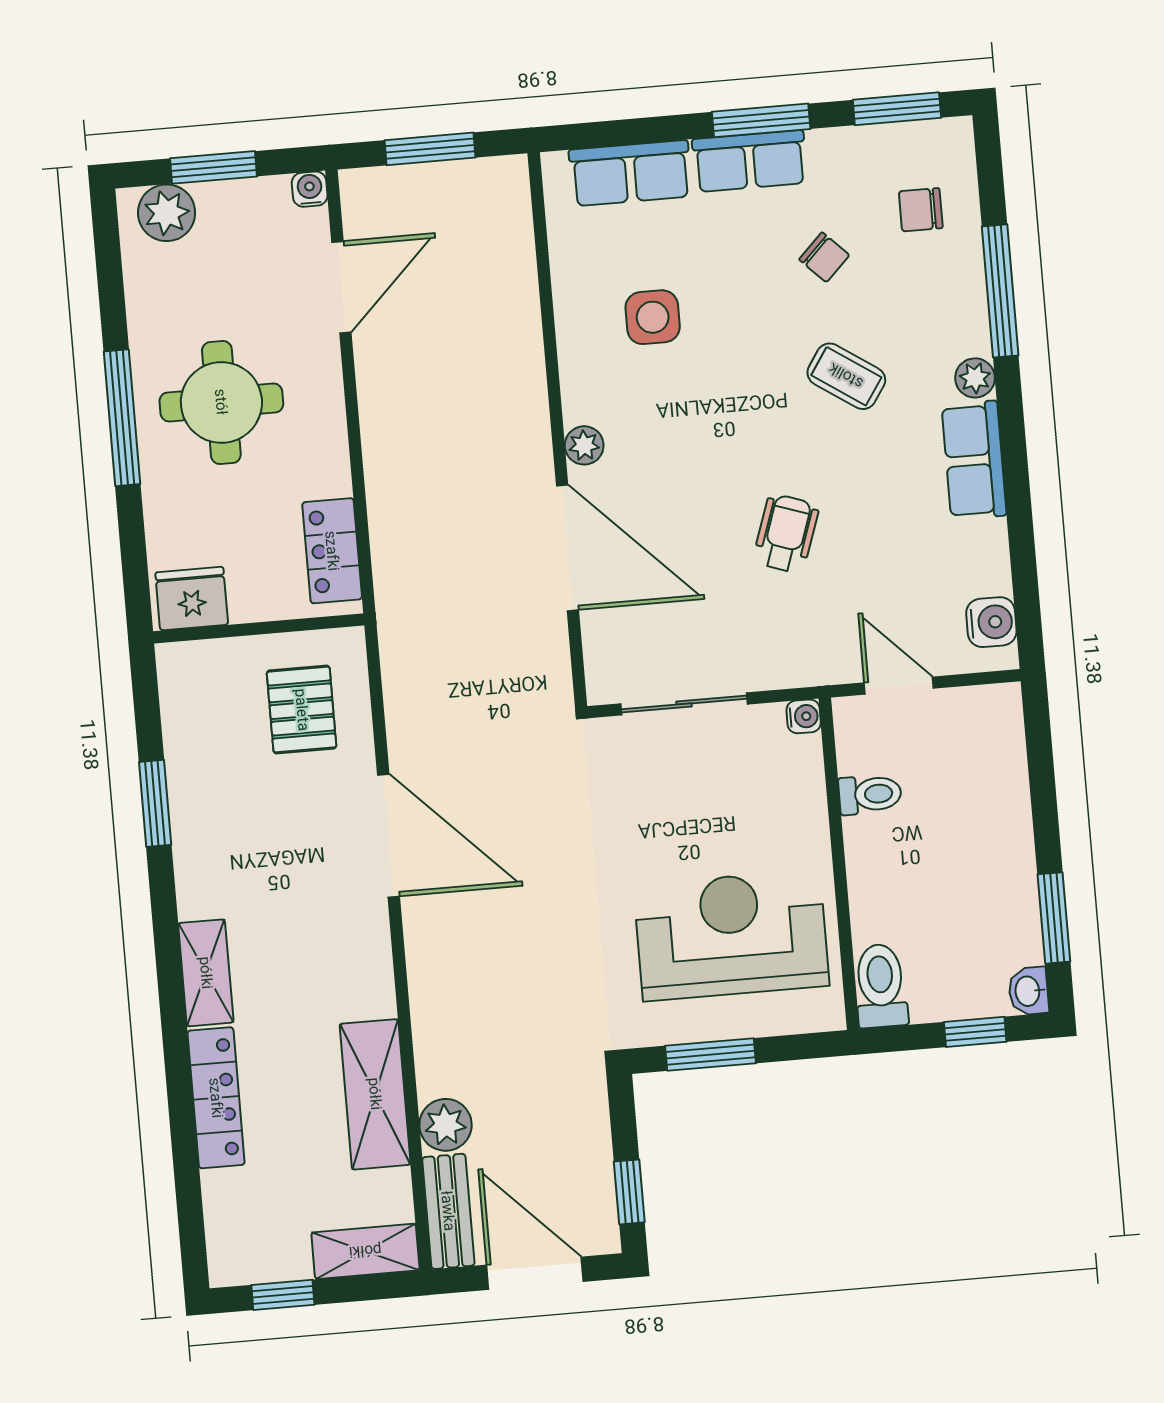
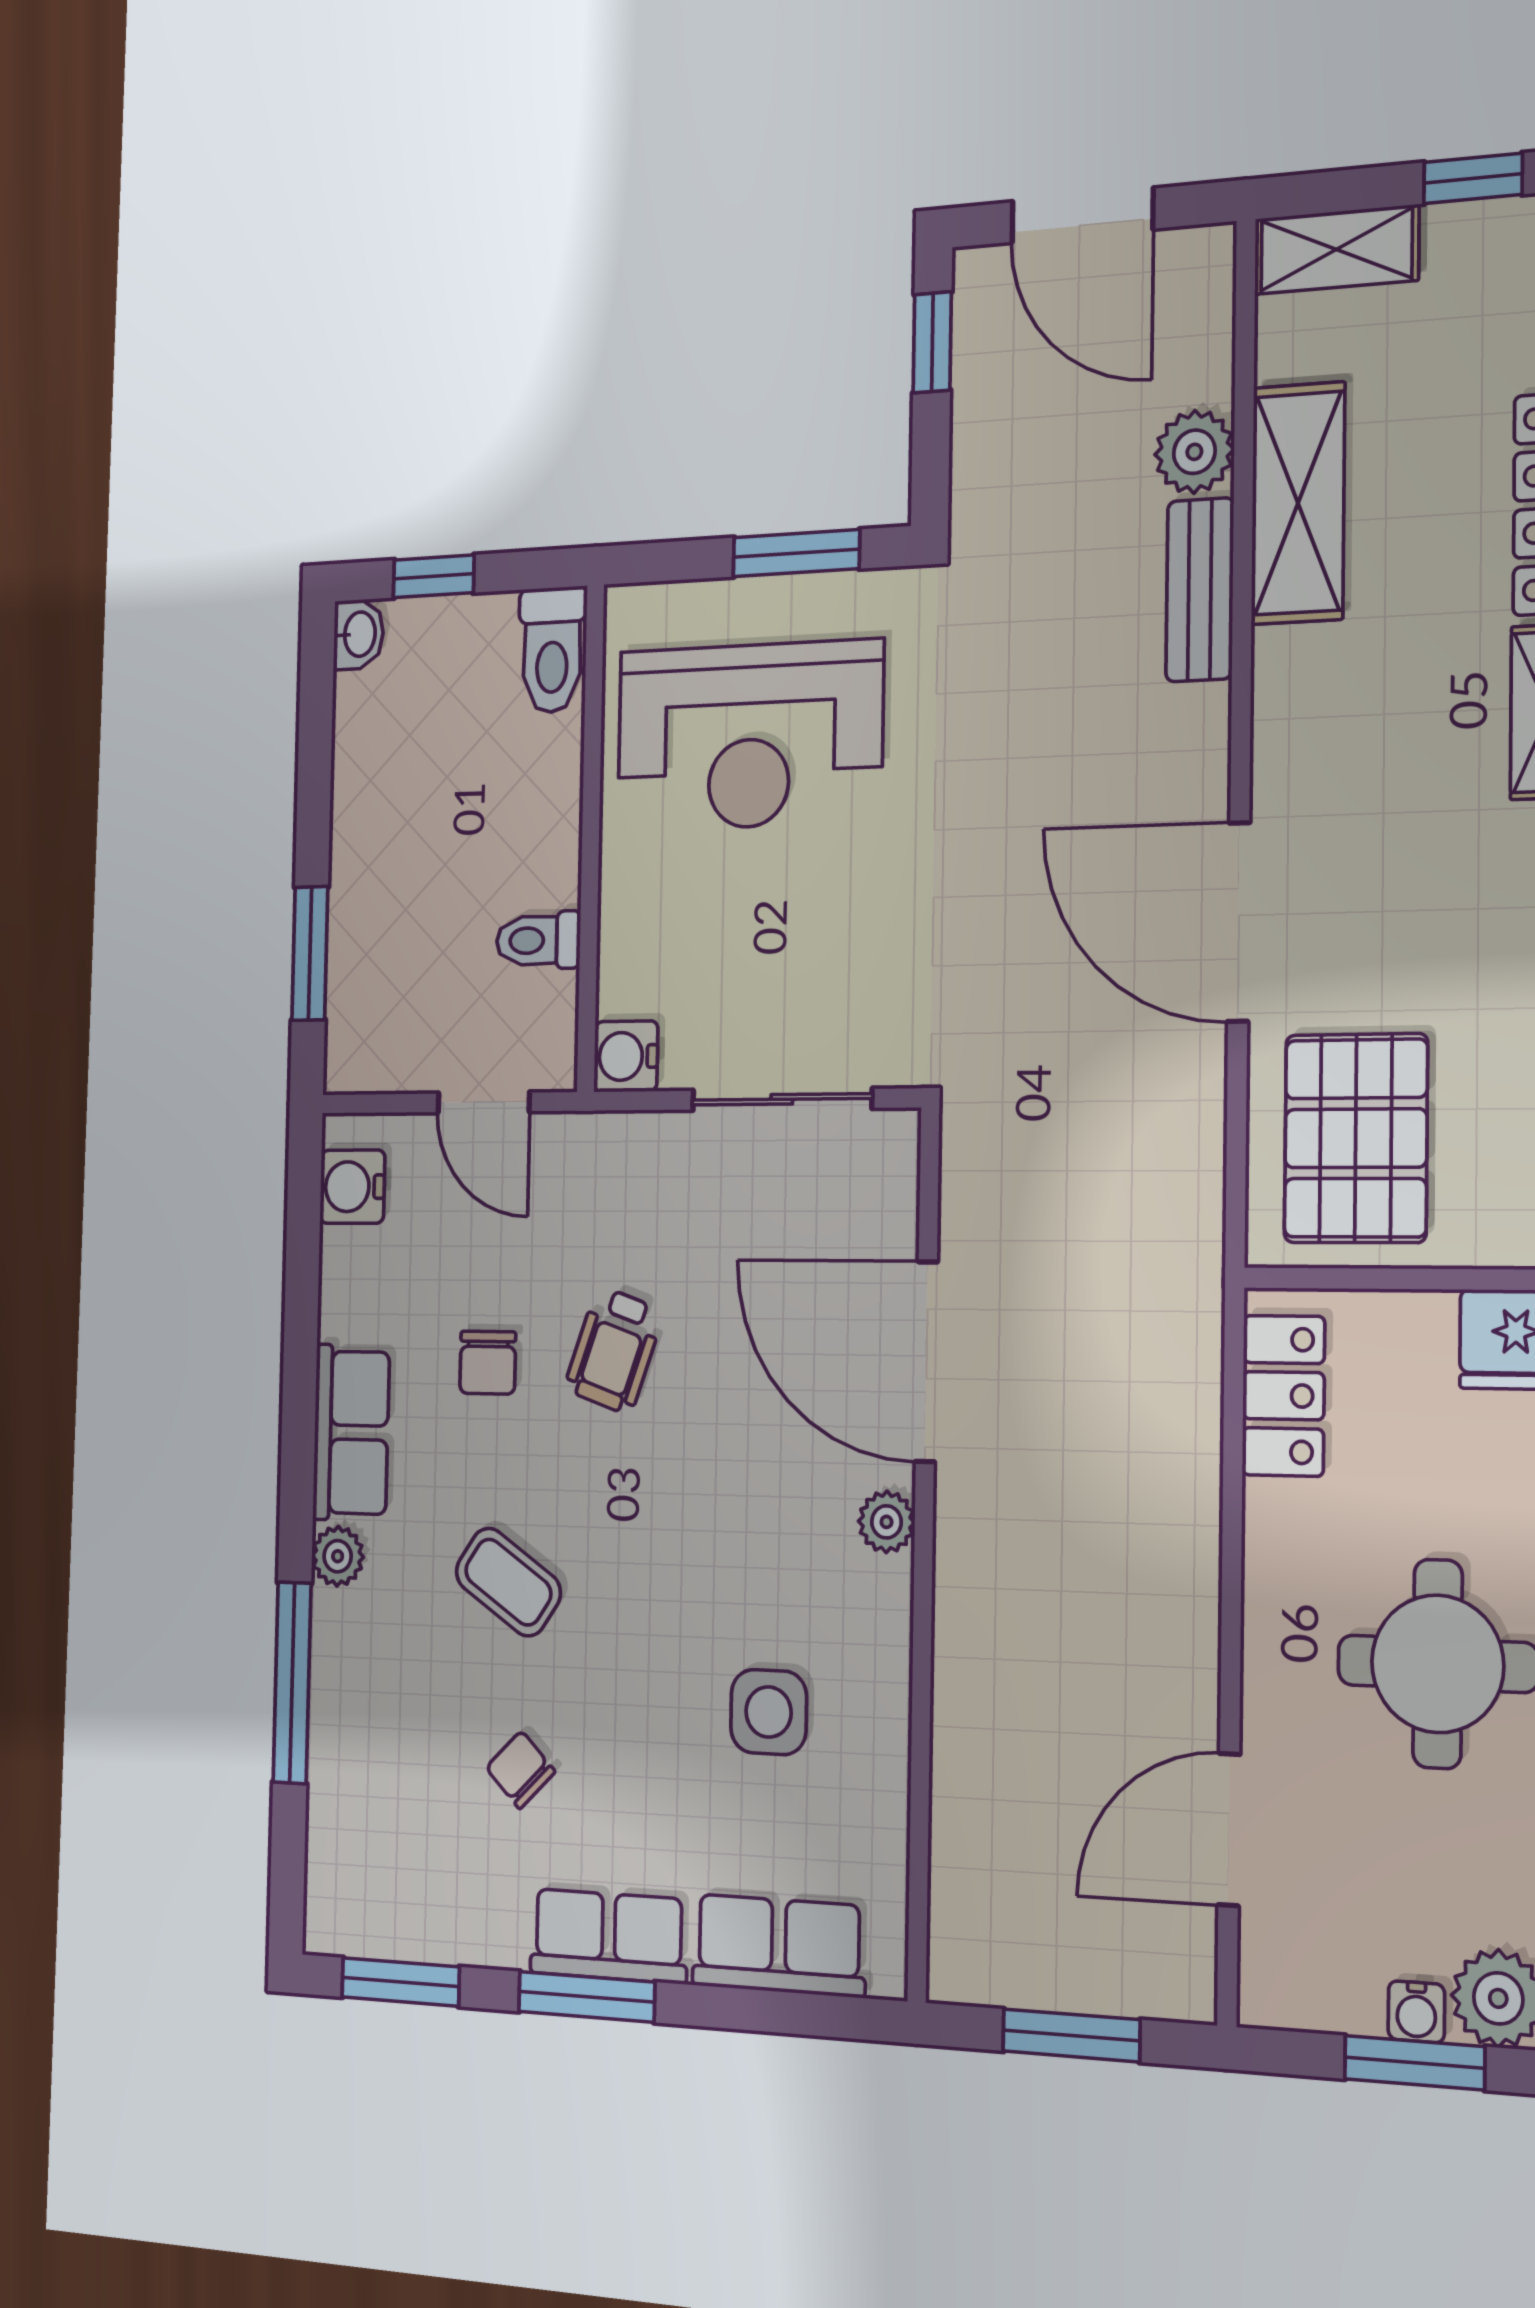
water cooler: (310, 189) -> (1416, 2012), moved
chair: (921, 210) -> (488, 1363), moved, turned 90
pallet: (302, 710) -> (1356, 1138), width x1.50, depth x1.42
water cooler: (804, 716) -> (626, 1056), width x1.38, depth x1.38
window: (1054, 918) -> (310, 953), moved
bench: (448, 1211) -> (1200, 590), moved

